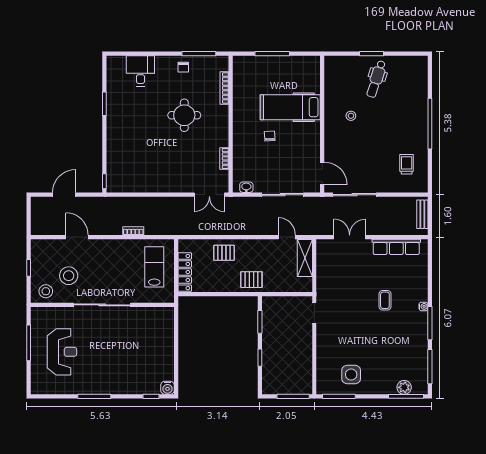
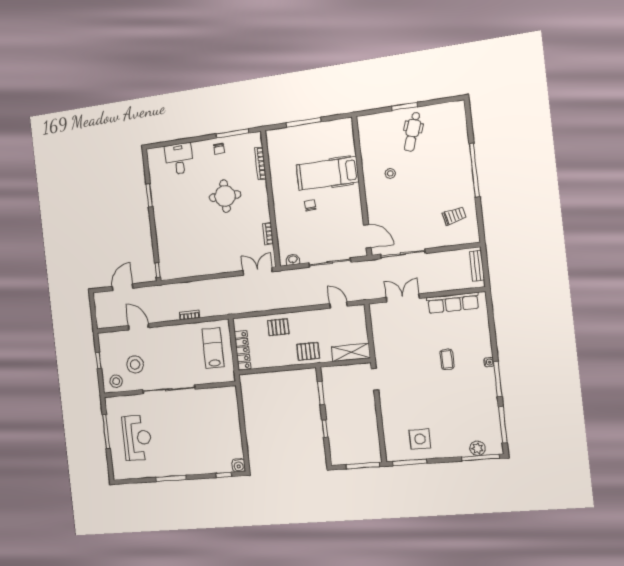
trolley: (407, 164) -> (454, 216), turned 76
double door: (209, 195) -> (258, 271), swing flipped
shelving: (305, 258) -> (351, 352), moved, turned 90

